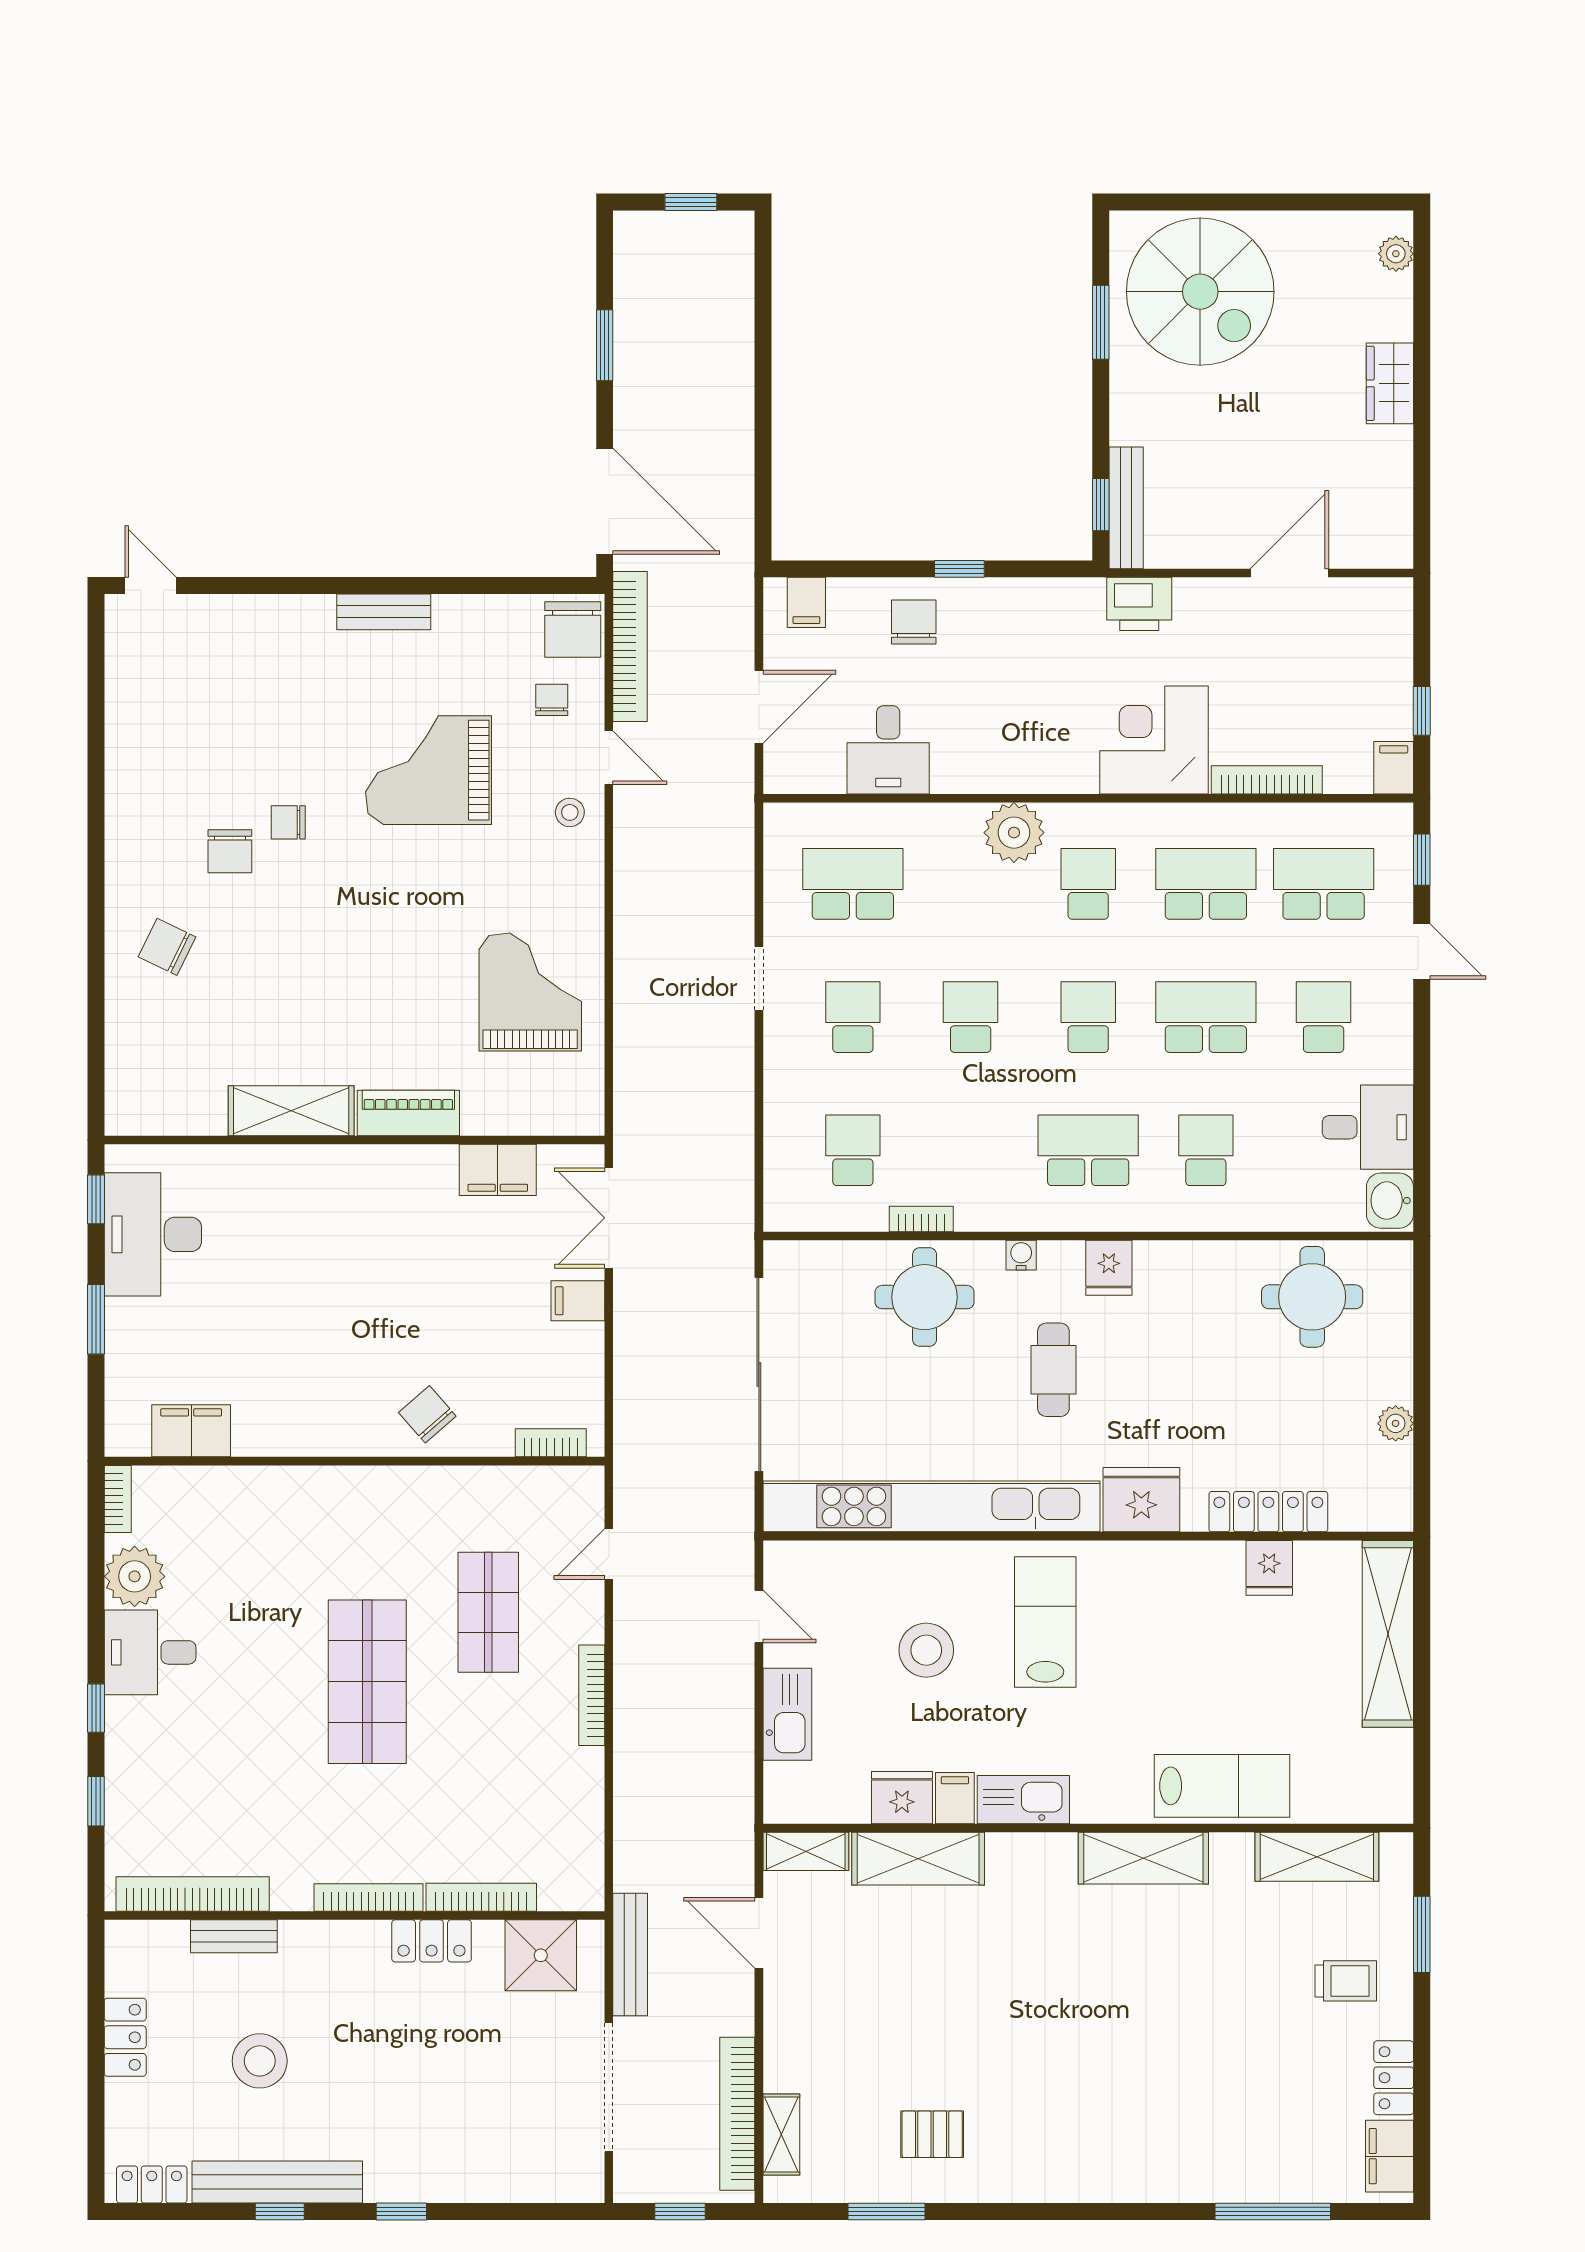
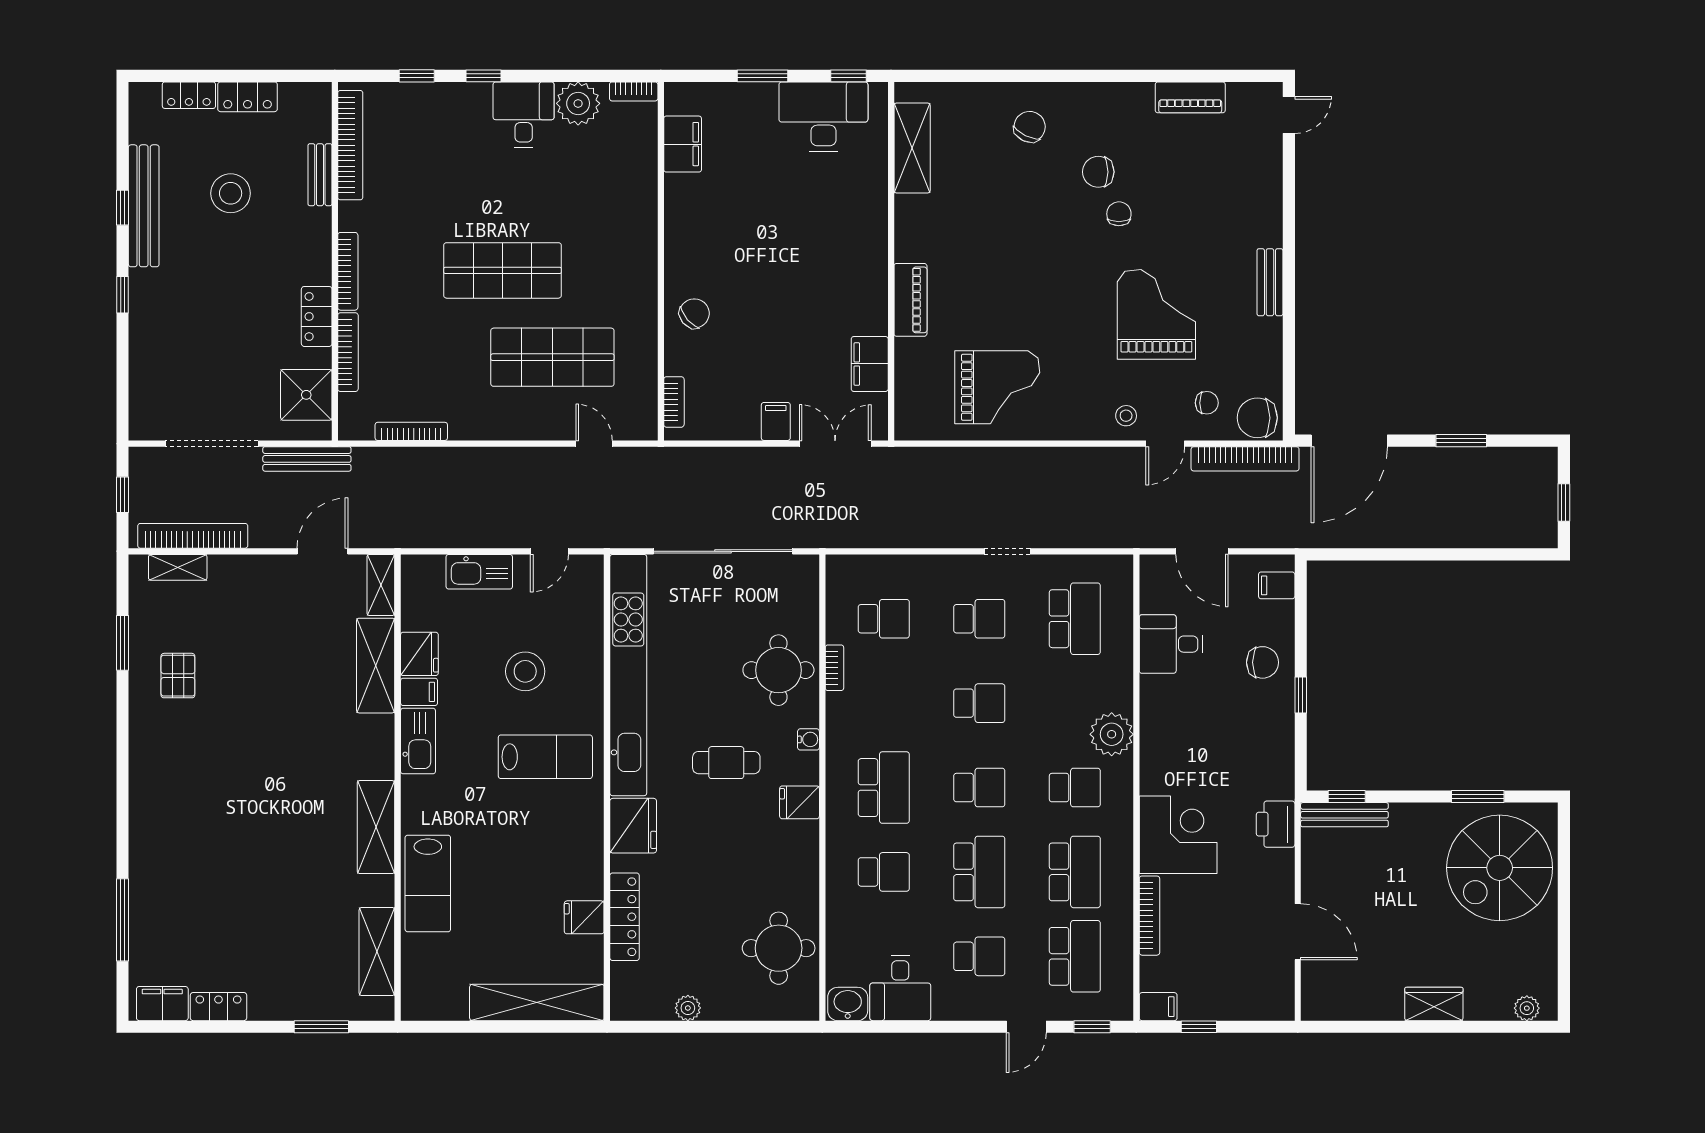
piano: (126, 723) -> (1190, 97), added
shelving: (291, 1111) -> (912, 148), moved
shop shelf: (488, 1612) -> (552, 357), width x1.43, depth x1.36
bookcase: (592, 1695) -> (411, 431), moved
trolley: (1346, 1981) -> (288, 972), removed
locker: (152, 2185) -> (189, 95), moved, turned 90

